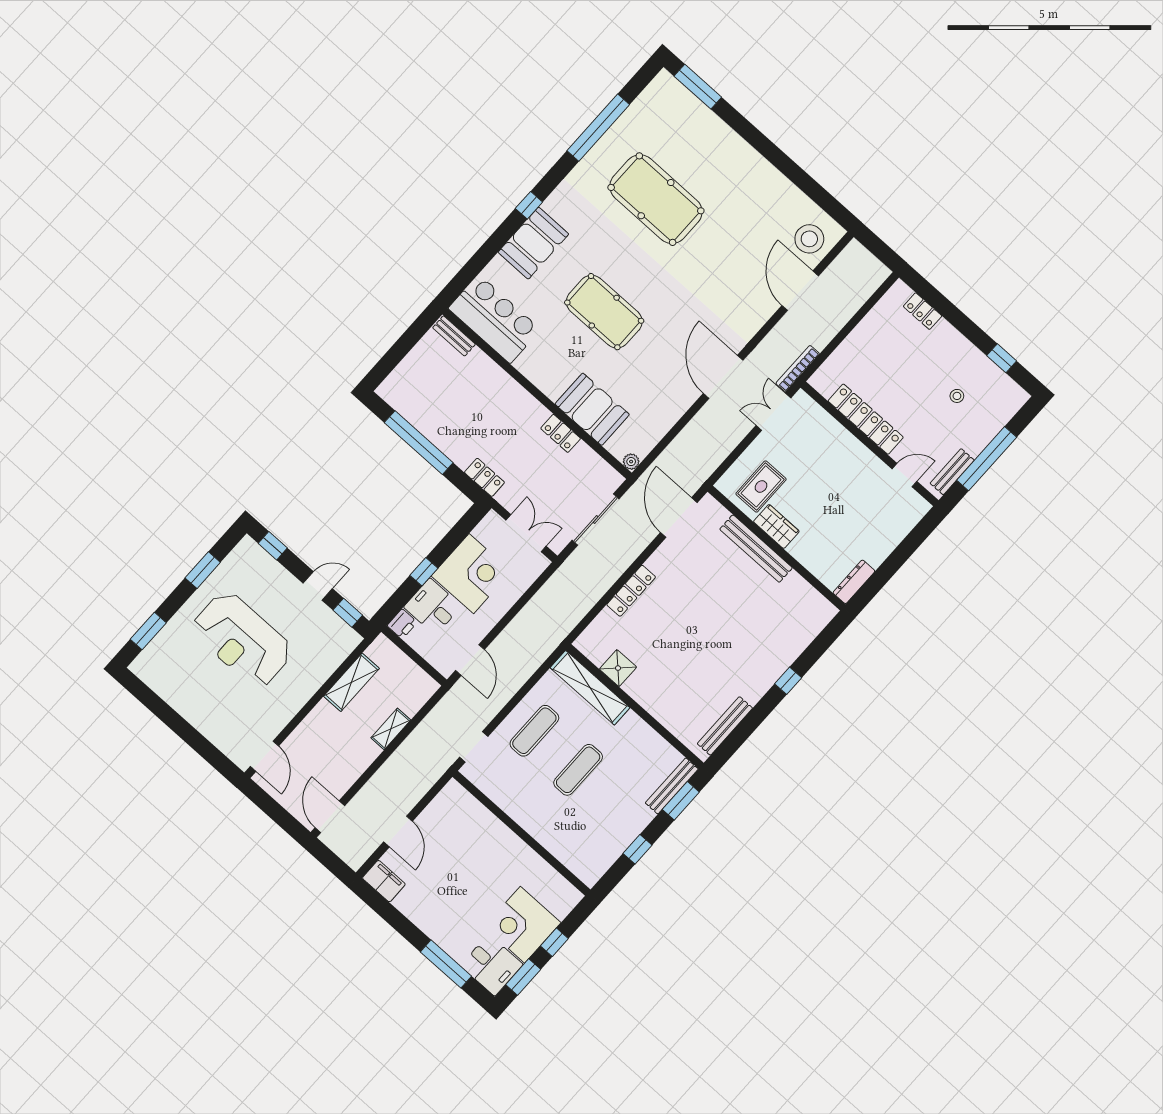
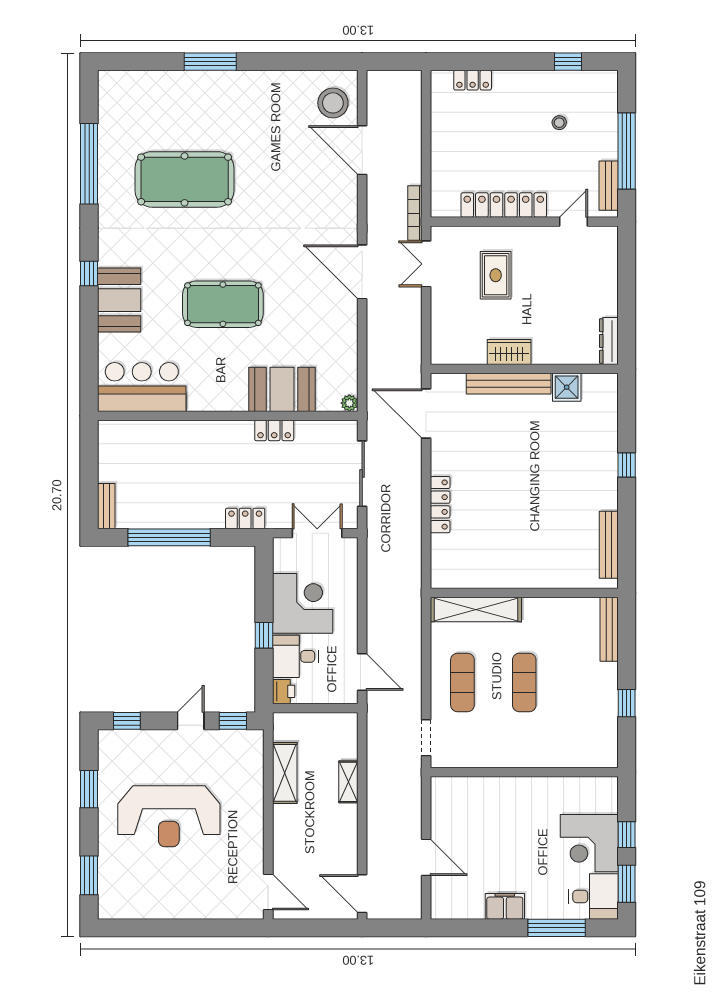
window: (698, 87) -> (210, 62), moved
bench: (454, 336) -> (106, 506), moved, turned 90
rug: (761, 486) -> (496, 275), moved
shower: (618, 668) -> (567, 387), moved
window: (681, 801) -> (627, 635), removed
filing cabinet: (384, 881) -> (505, 906), moved

